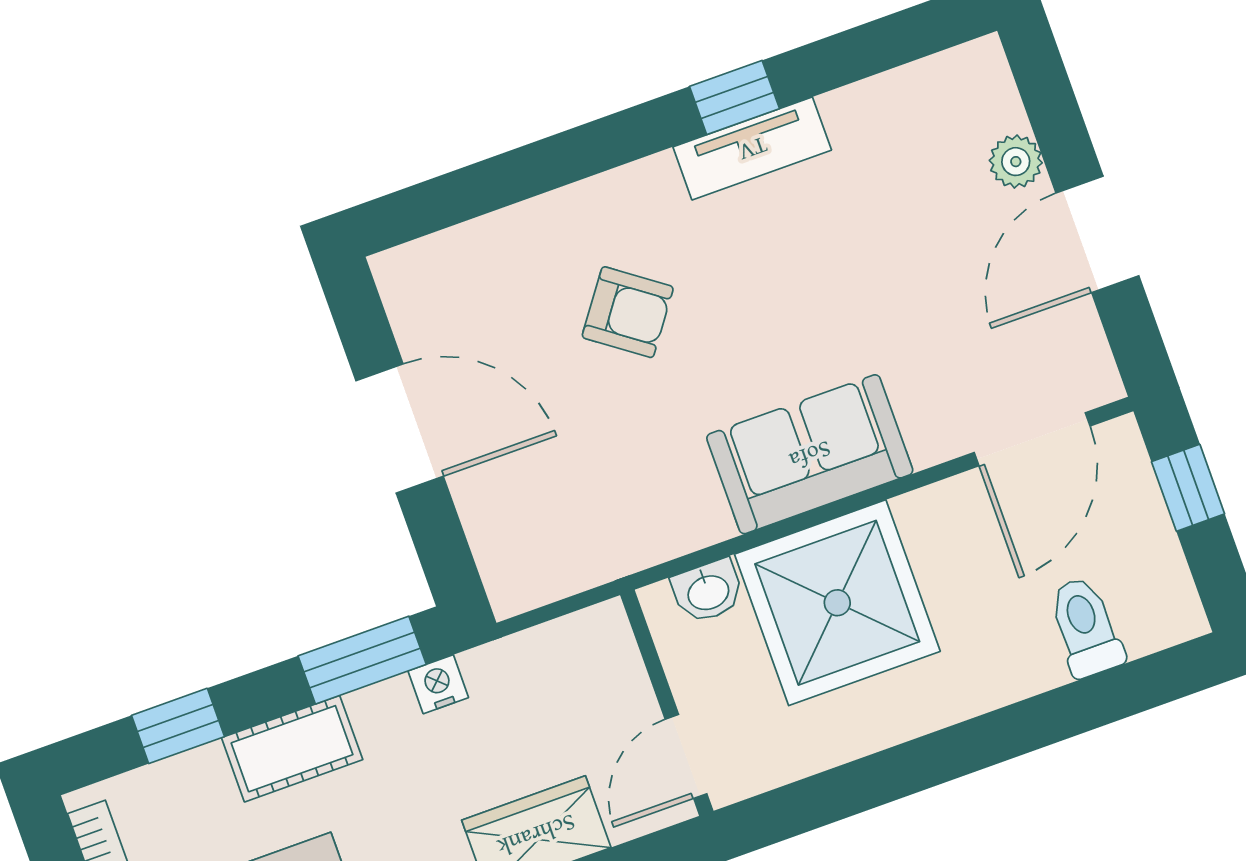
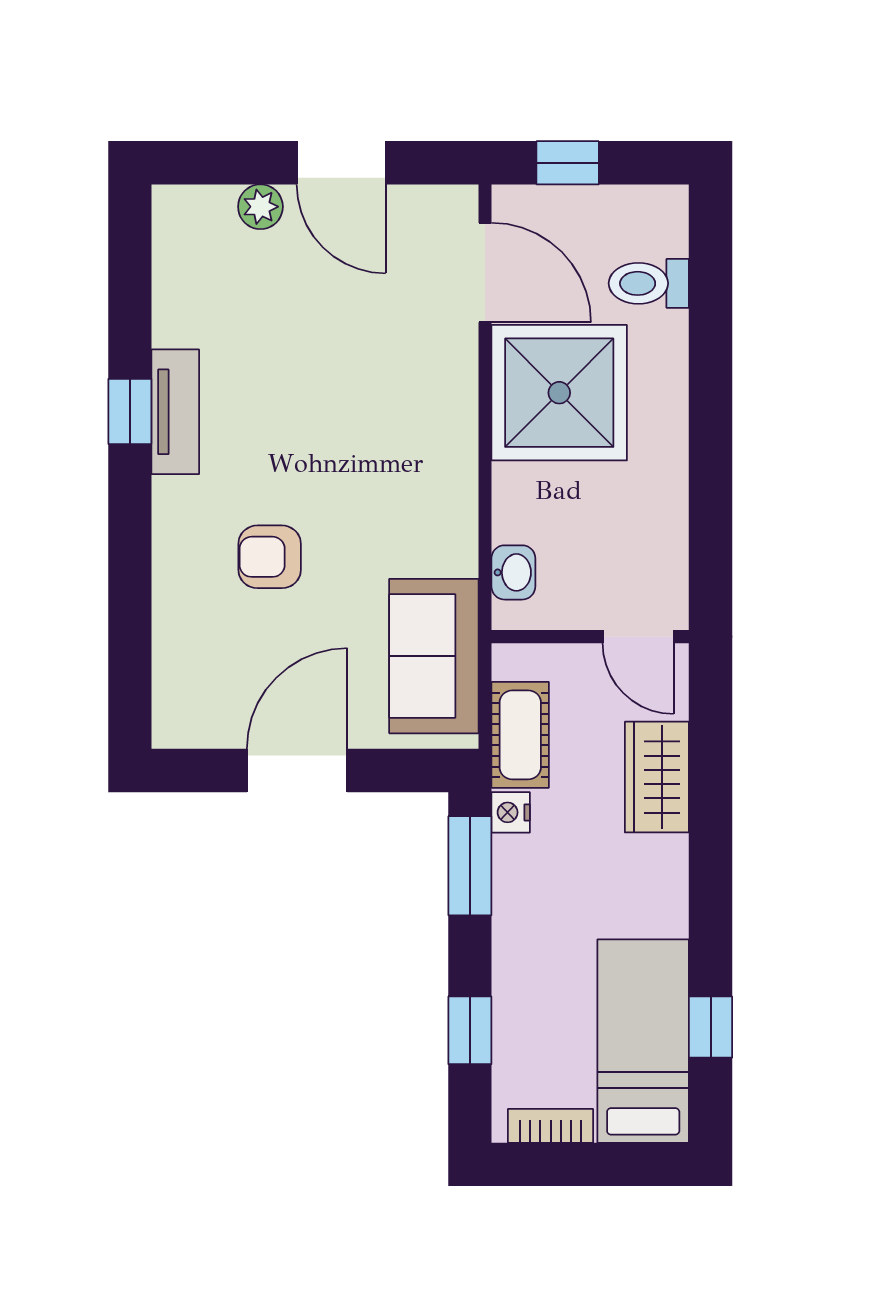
armchair: (628, 312) -> (270, 557), turned -126
sofa: (810, 454) -> (434, 656), moved
shower: (837, 603) -> (559, 393), moved
cot: (292, 749) -> (520, 735), moved

